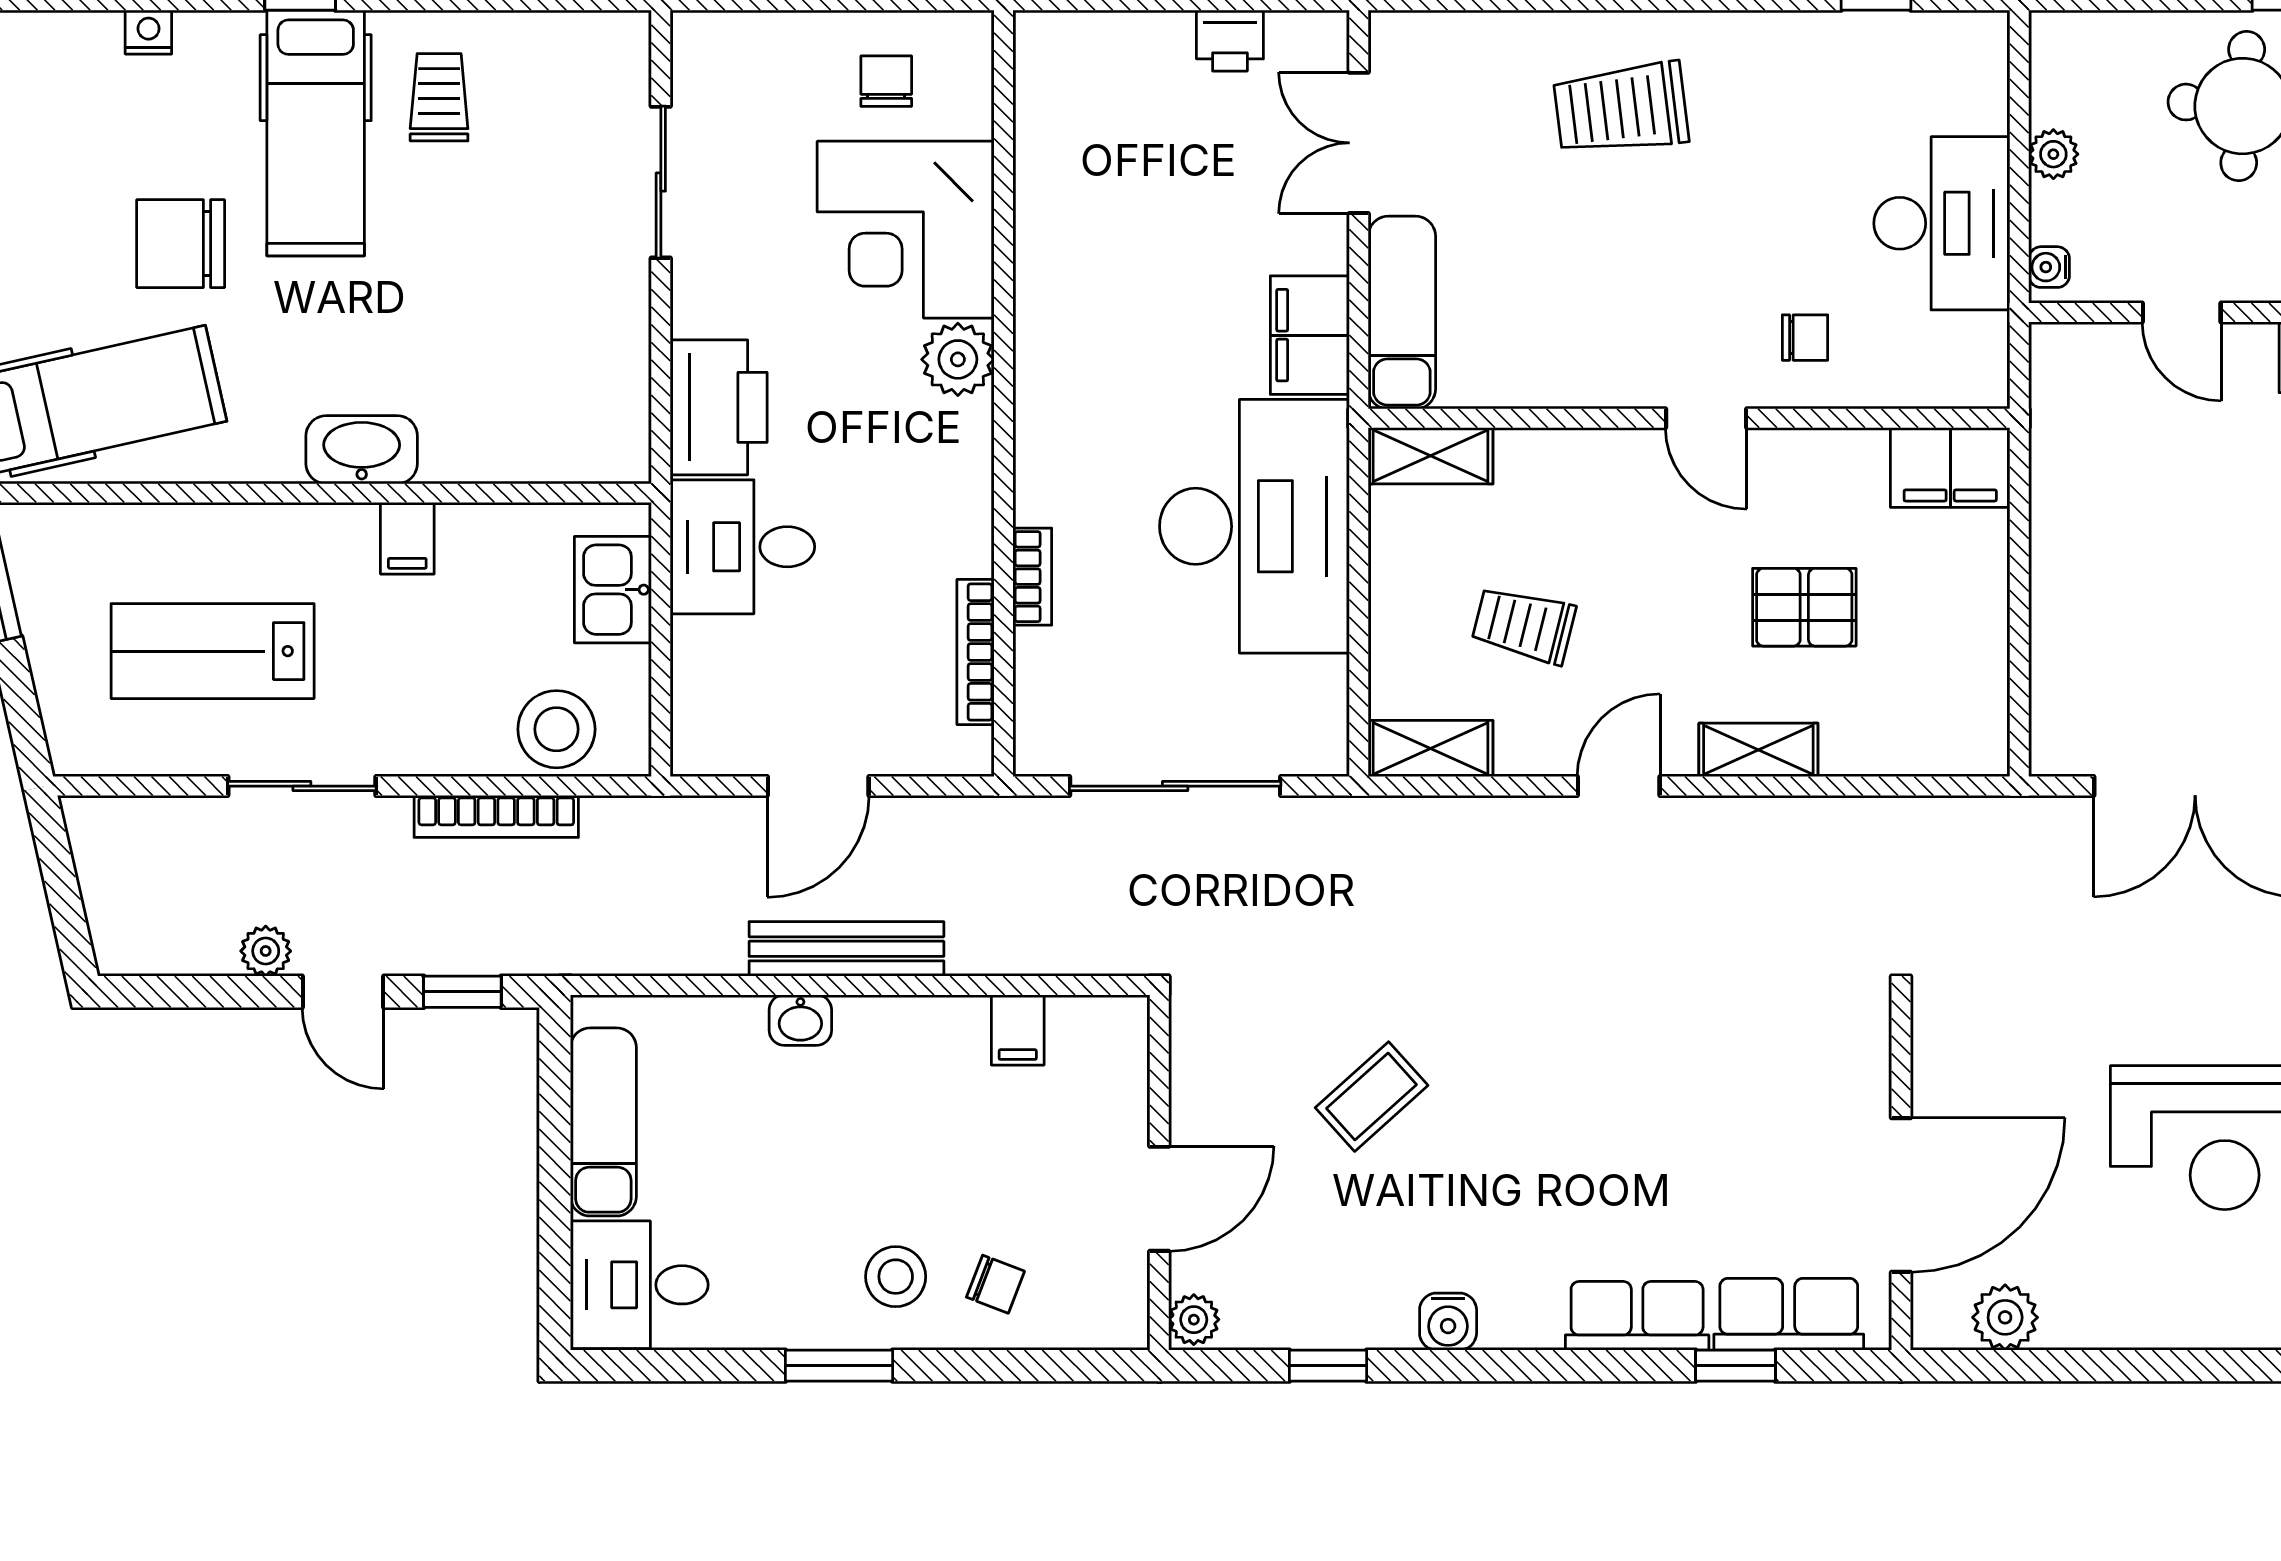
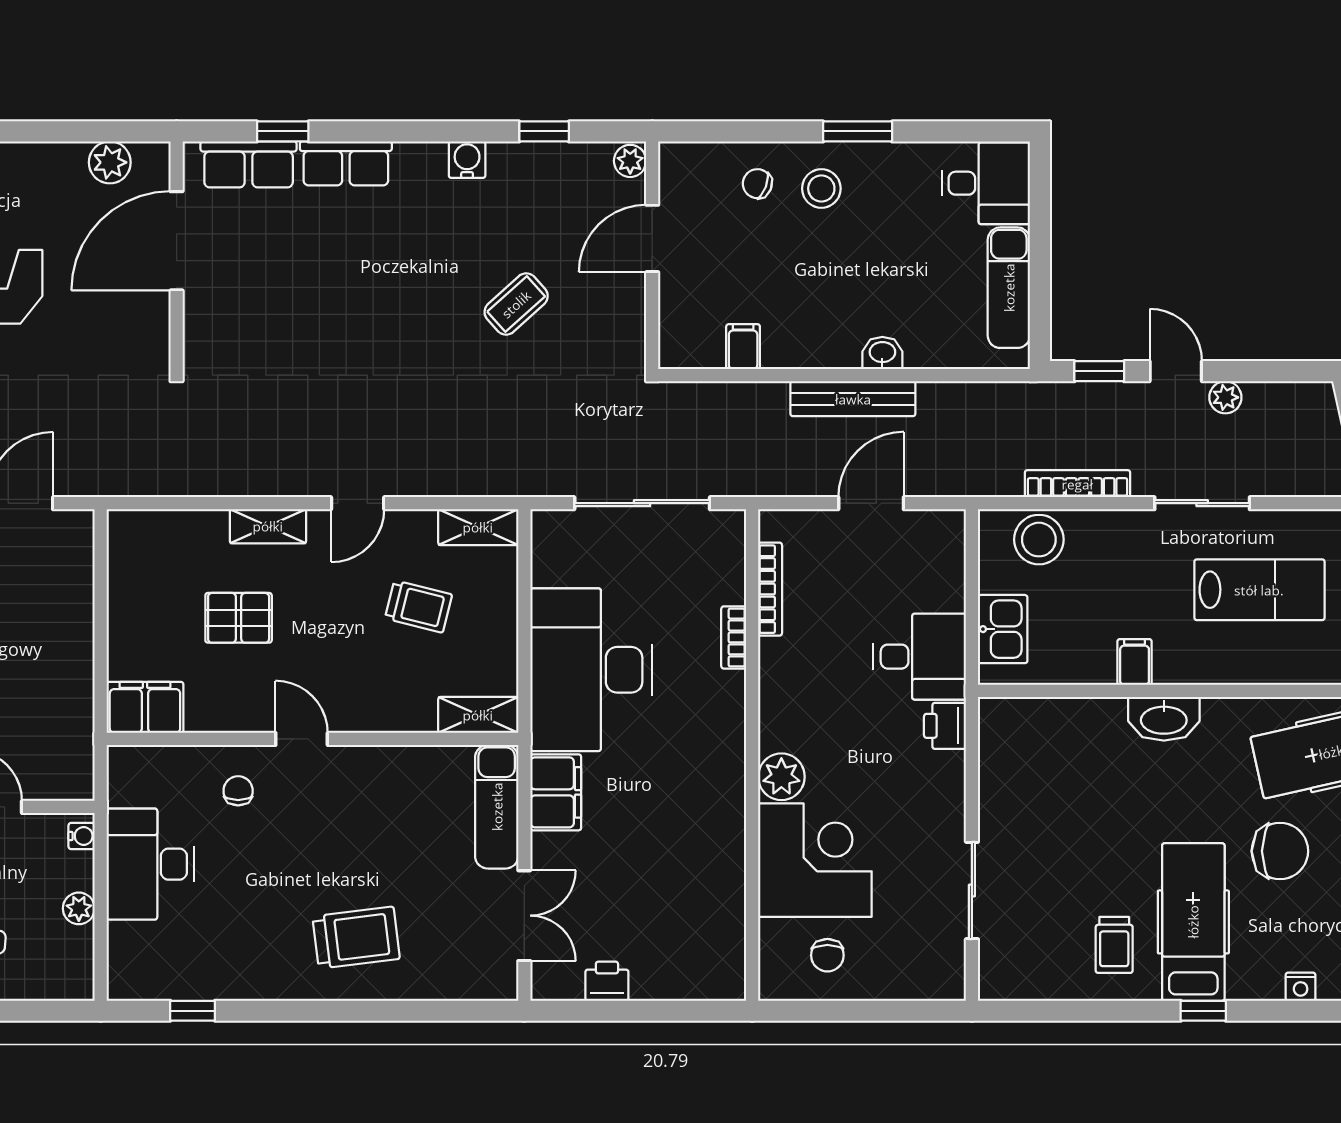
chair: (1805, 338) -> (238, 791), turned 90
printer: (719, 407) -> (945, 726), width x0.53, depth x0.68

